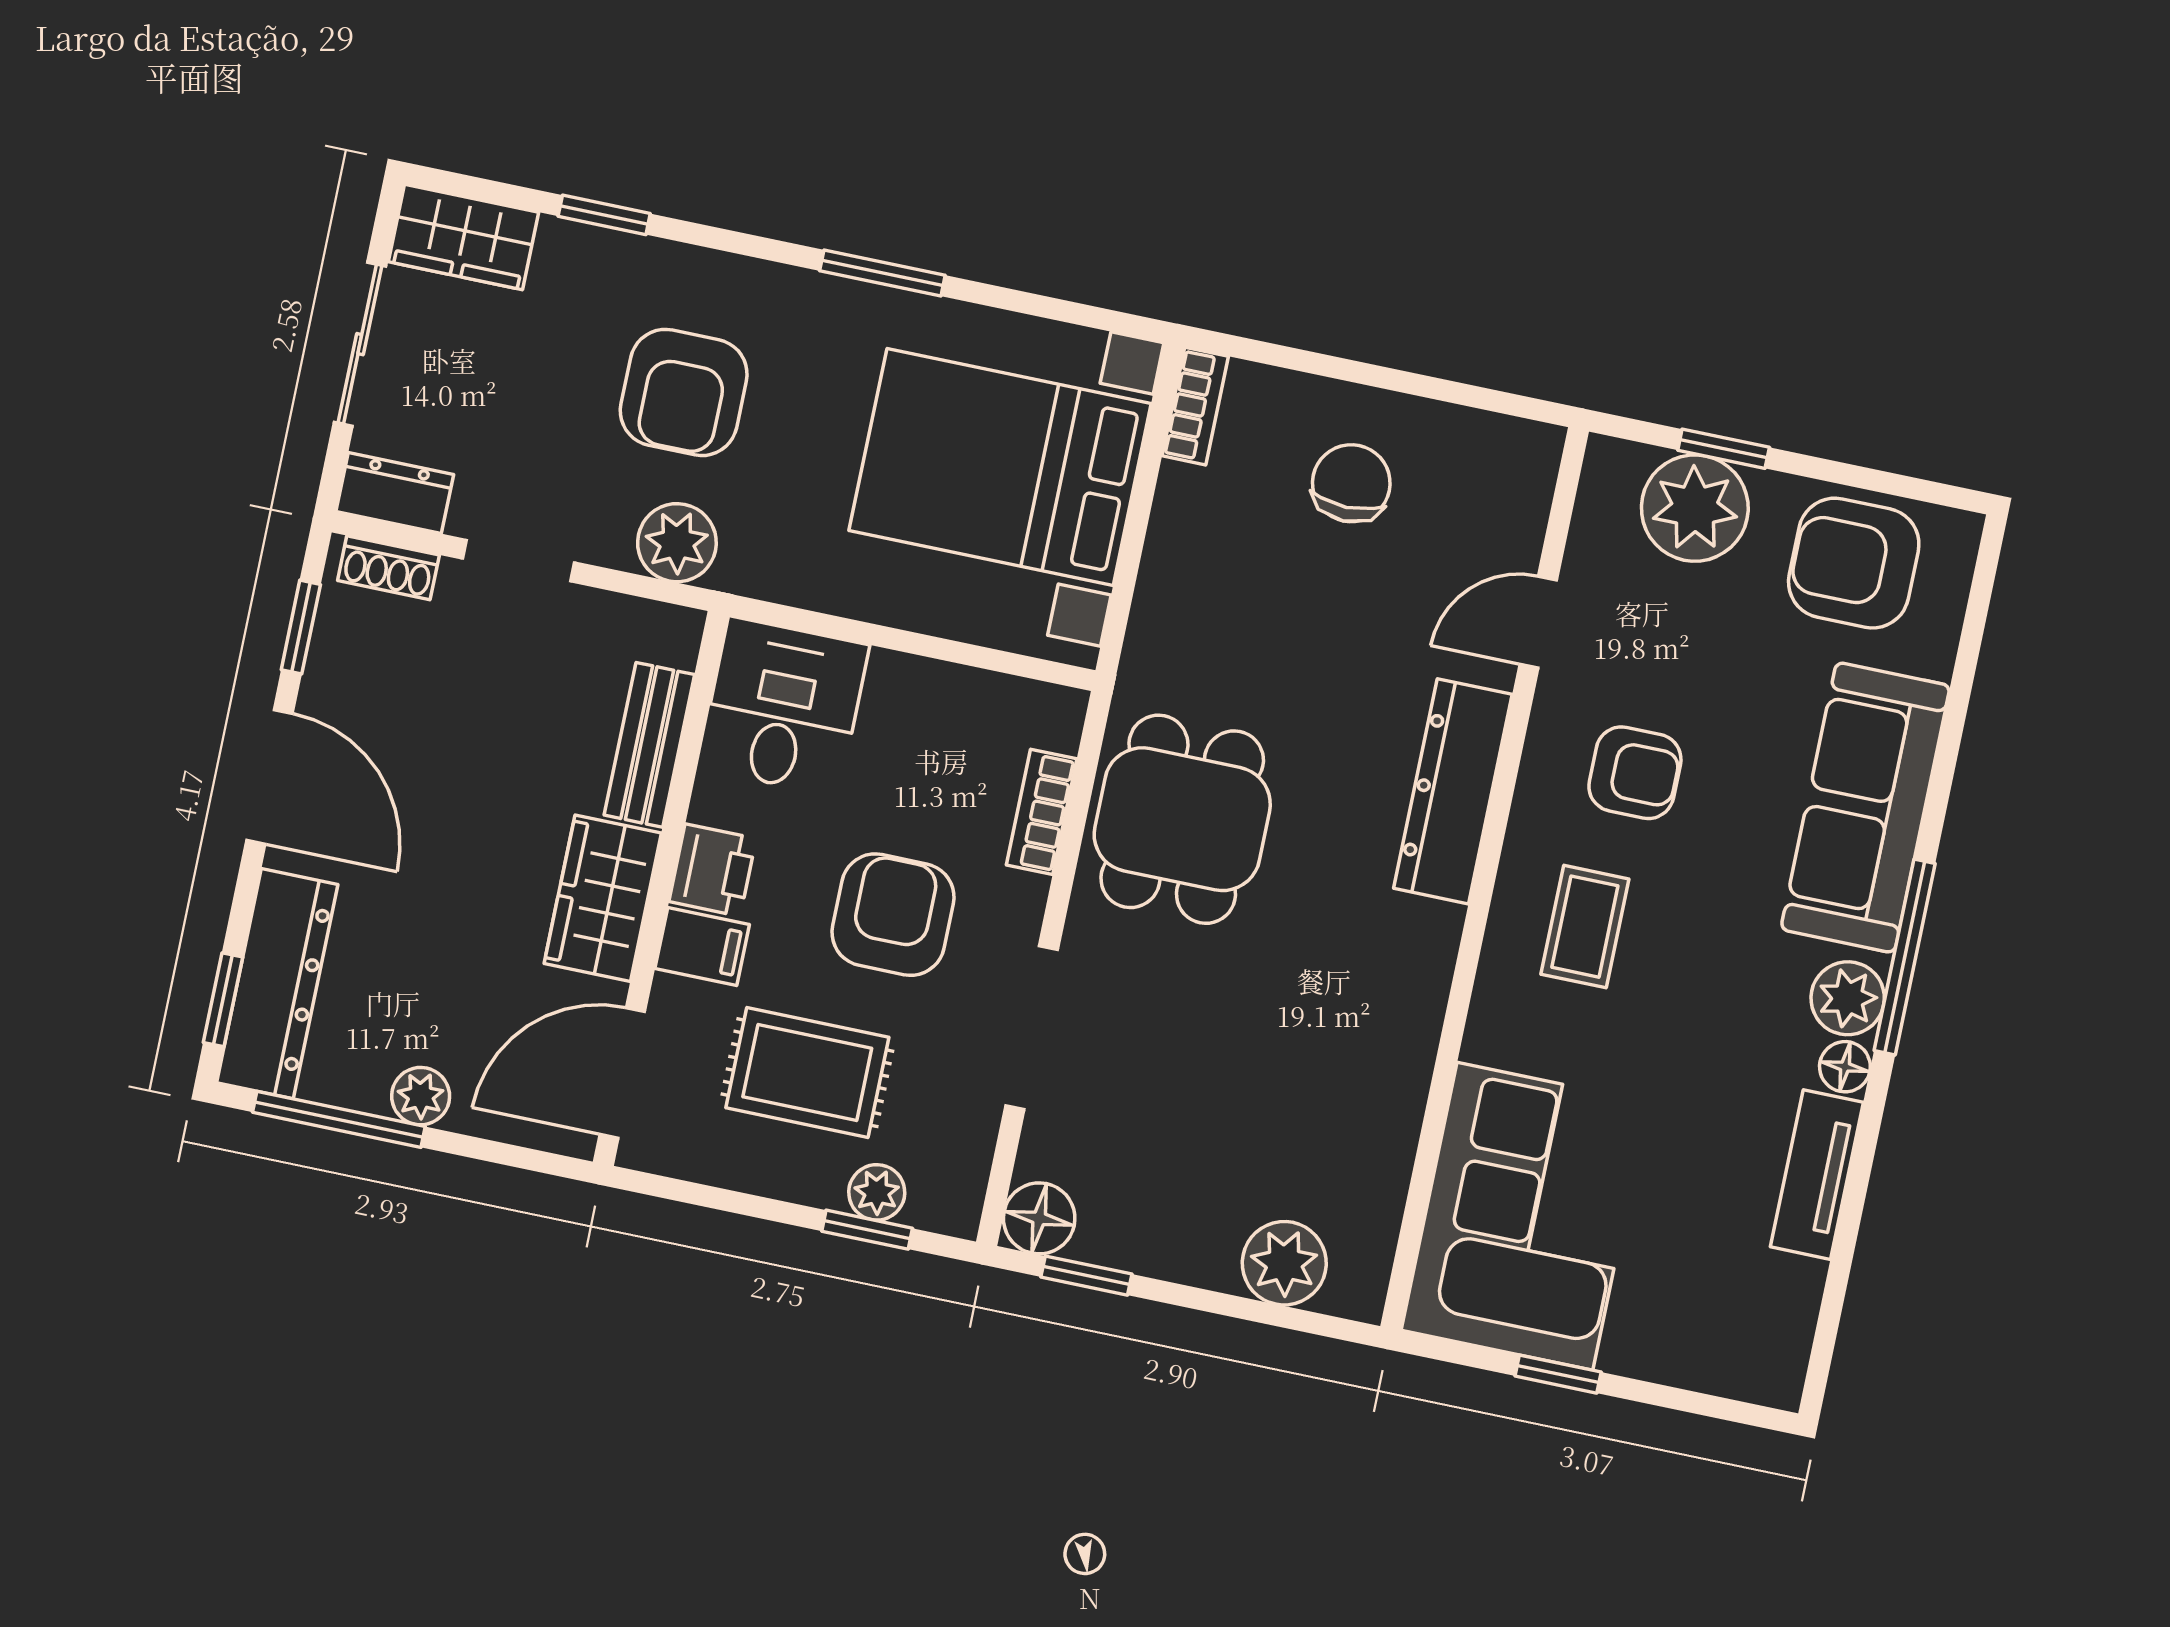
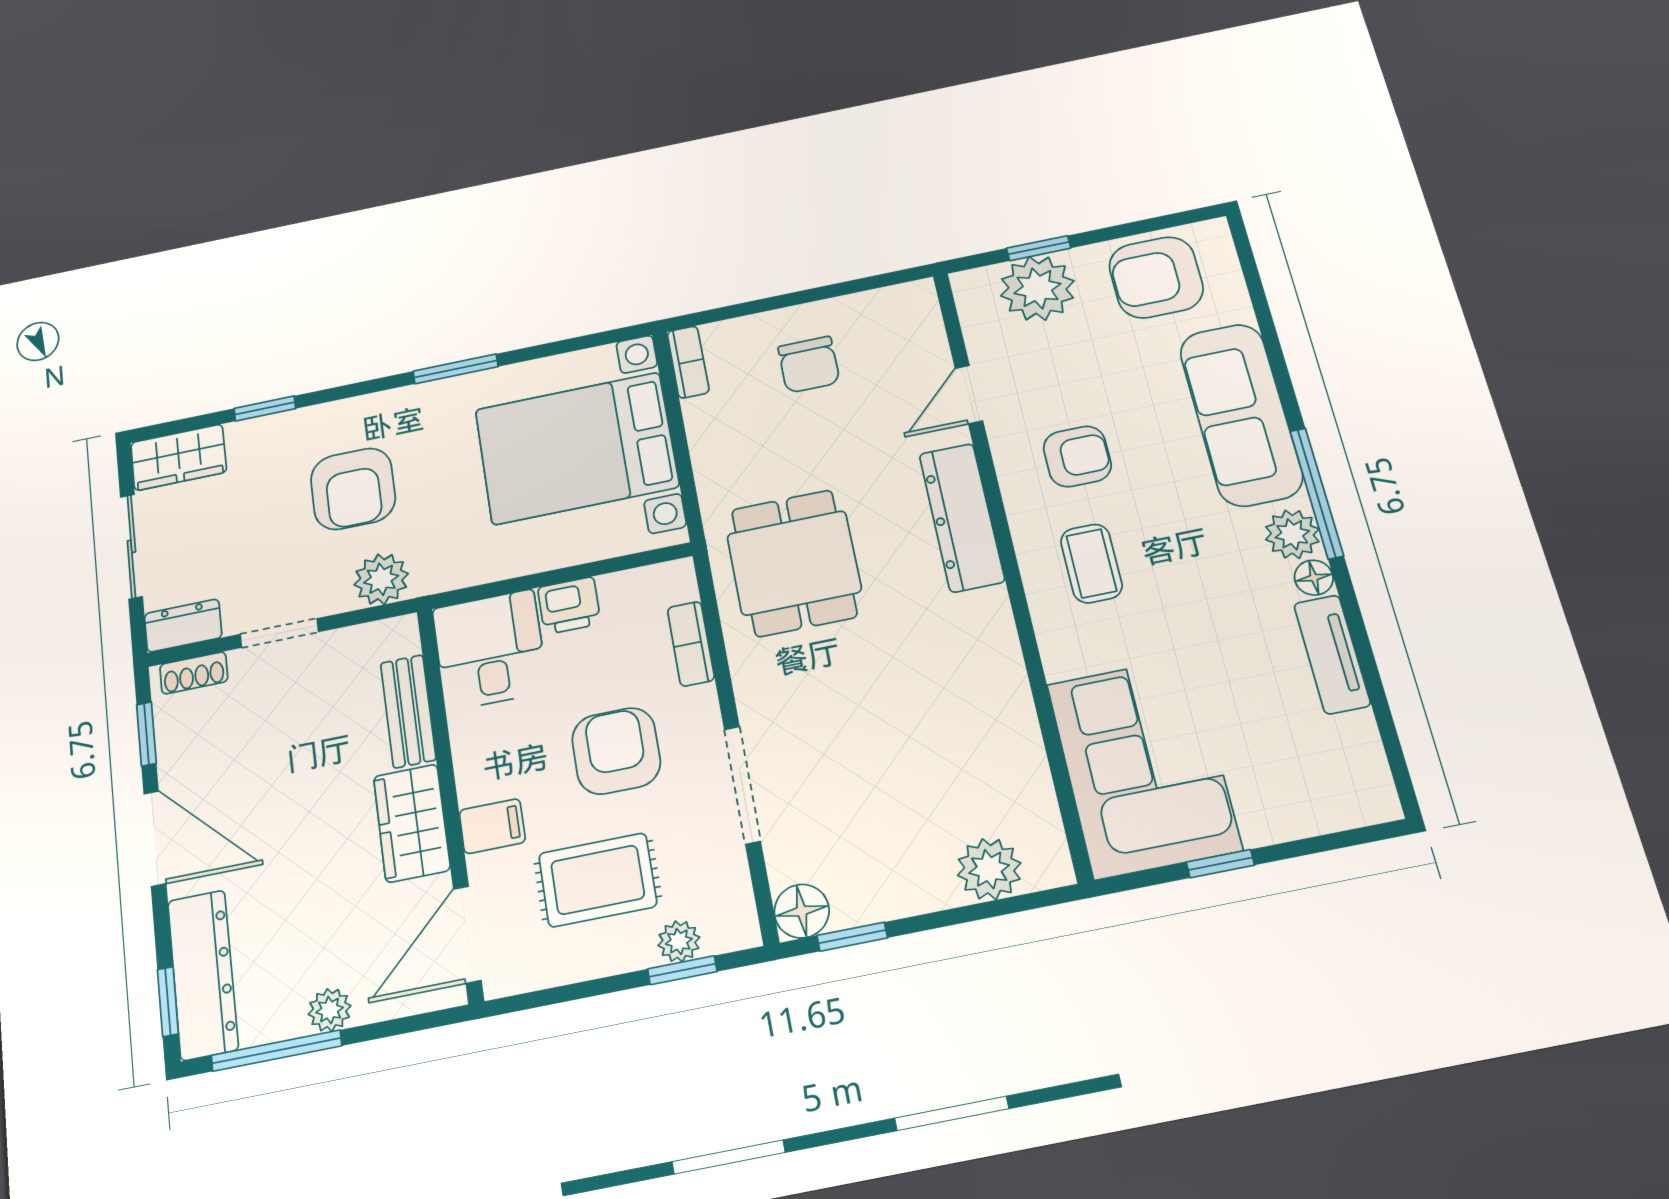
chair: (1351, 483) -> (809, 365), turned 180
dining table: (1182, 819) -> (794, 563), moved
printer: (713, 870) -> (569, 606), moved, turned 90

